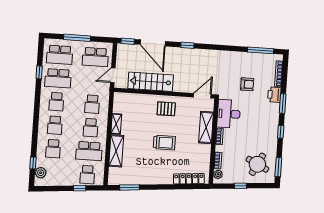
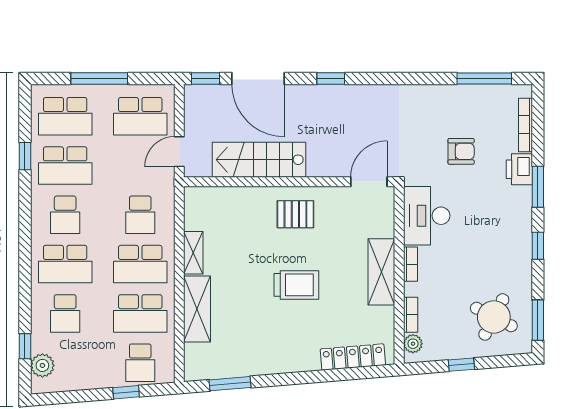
school desk: (55, 125) -> (65, 264), width x1.85
shelving: (206, 127) -> (381, 272), moved
school desk: (91, 128) -> (140, 264), width x1.85

